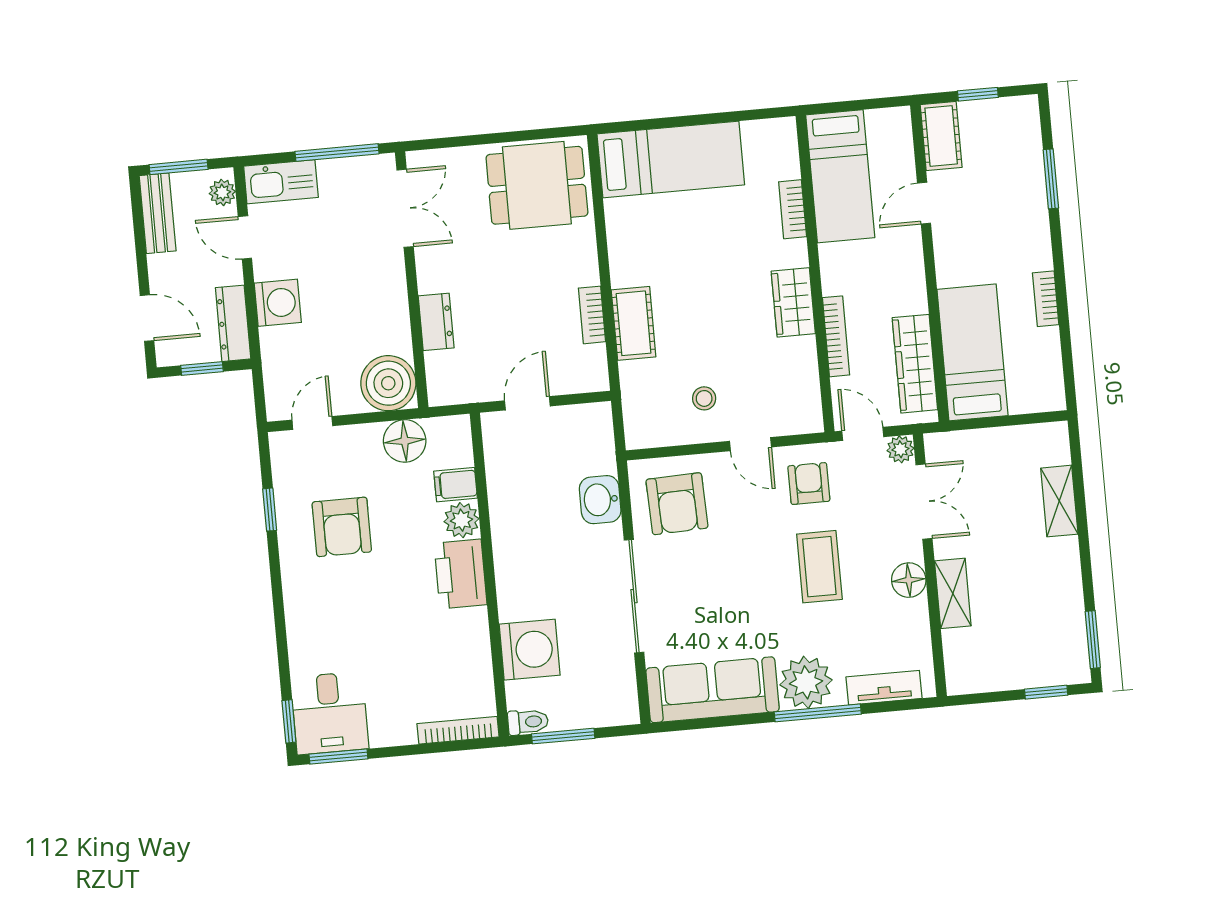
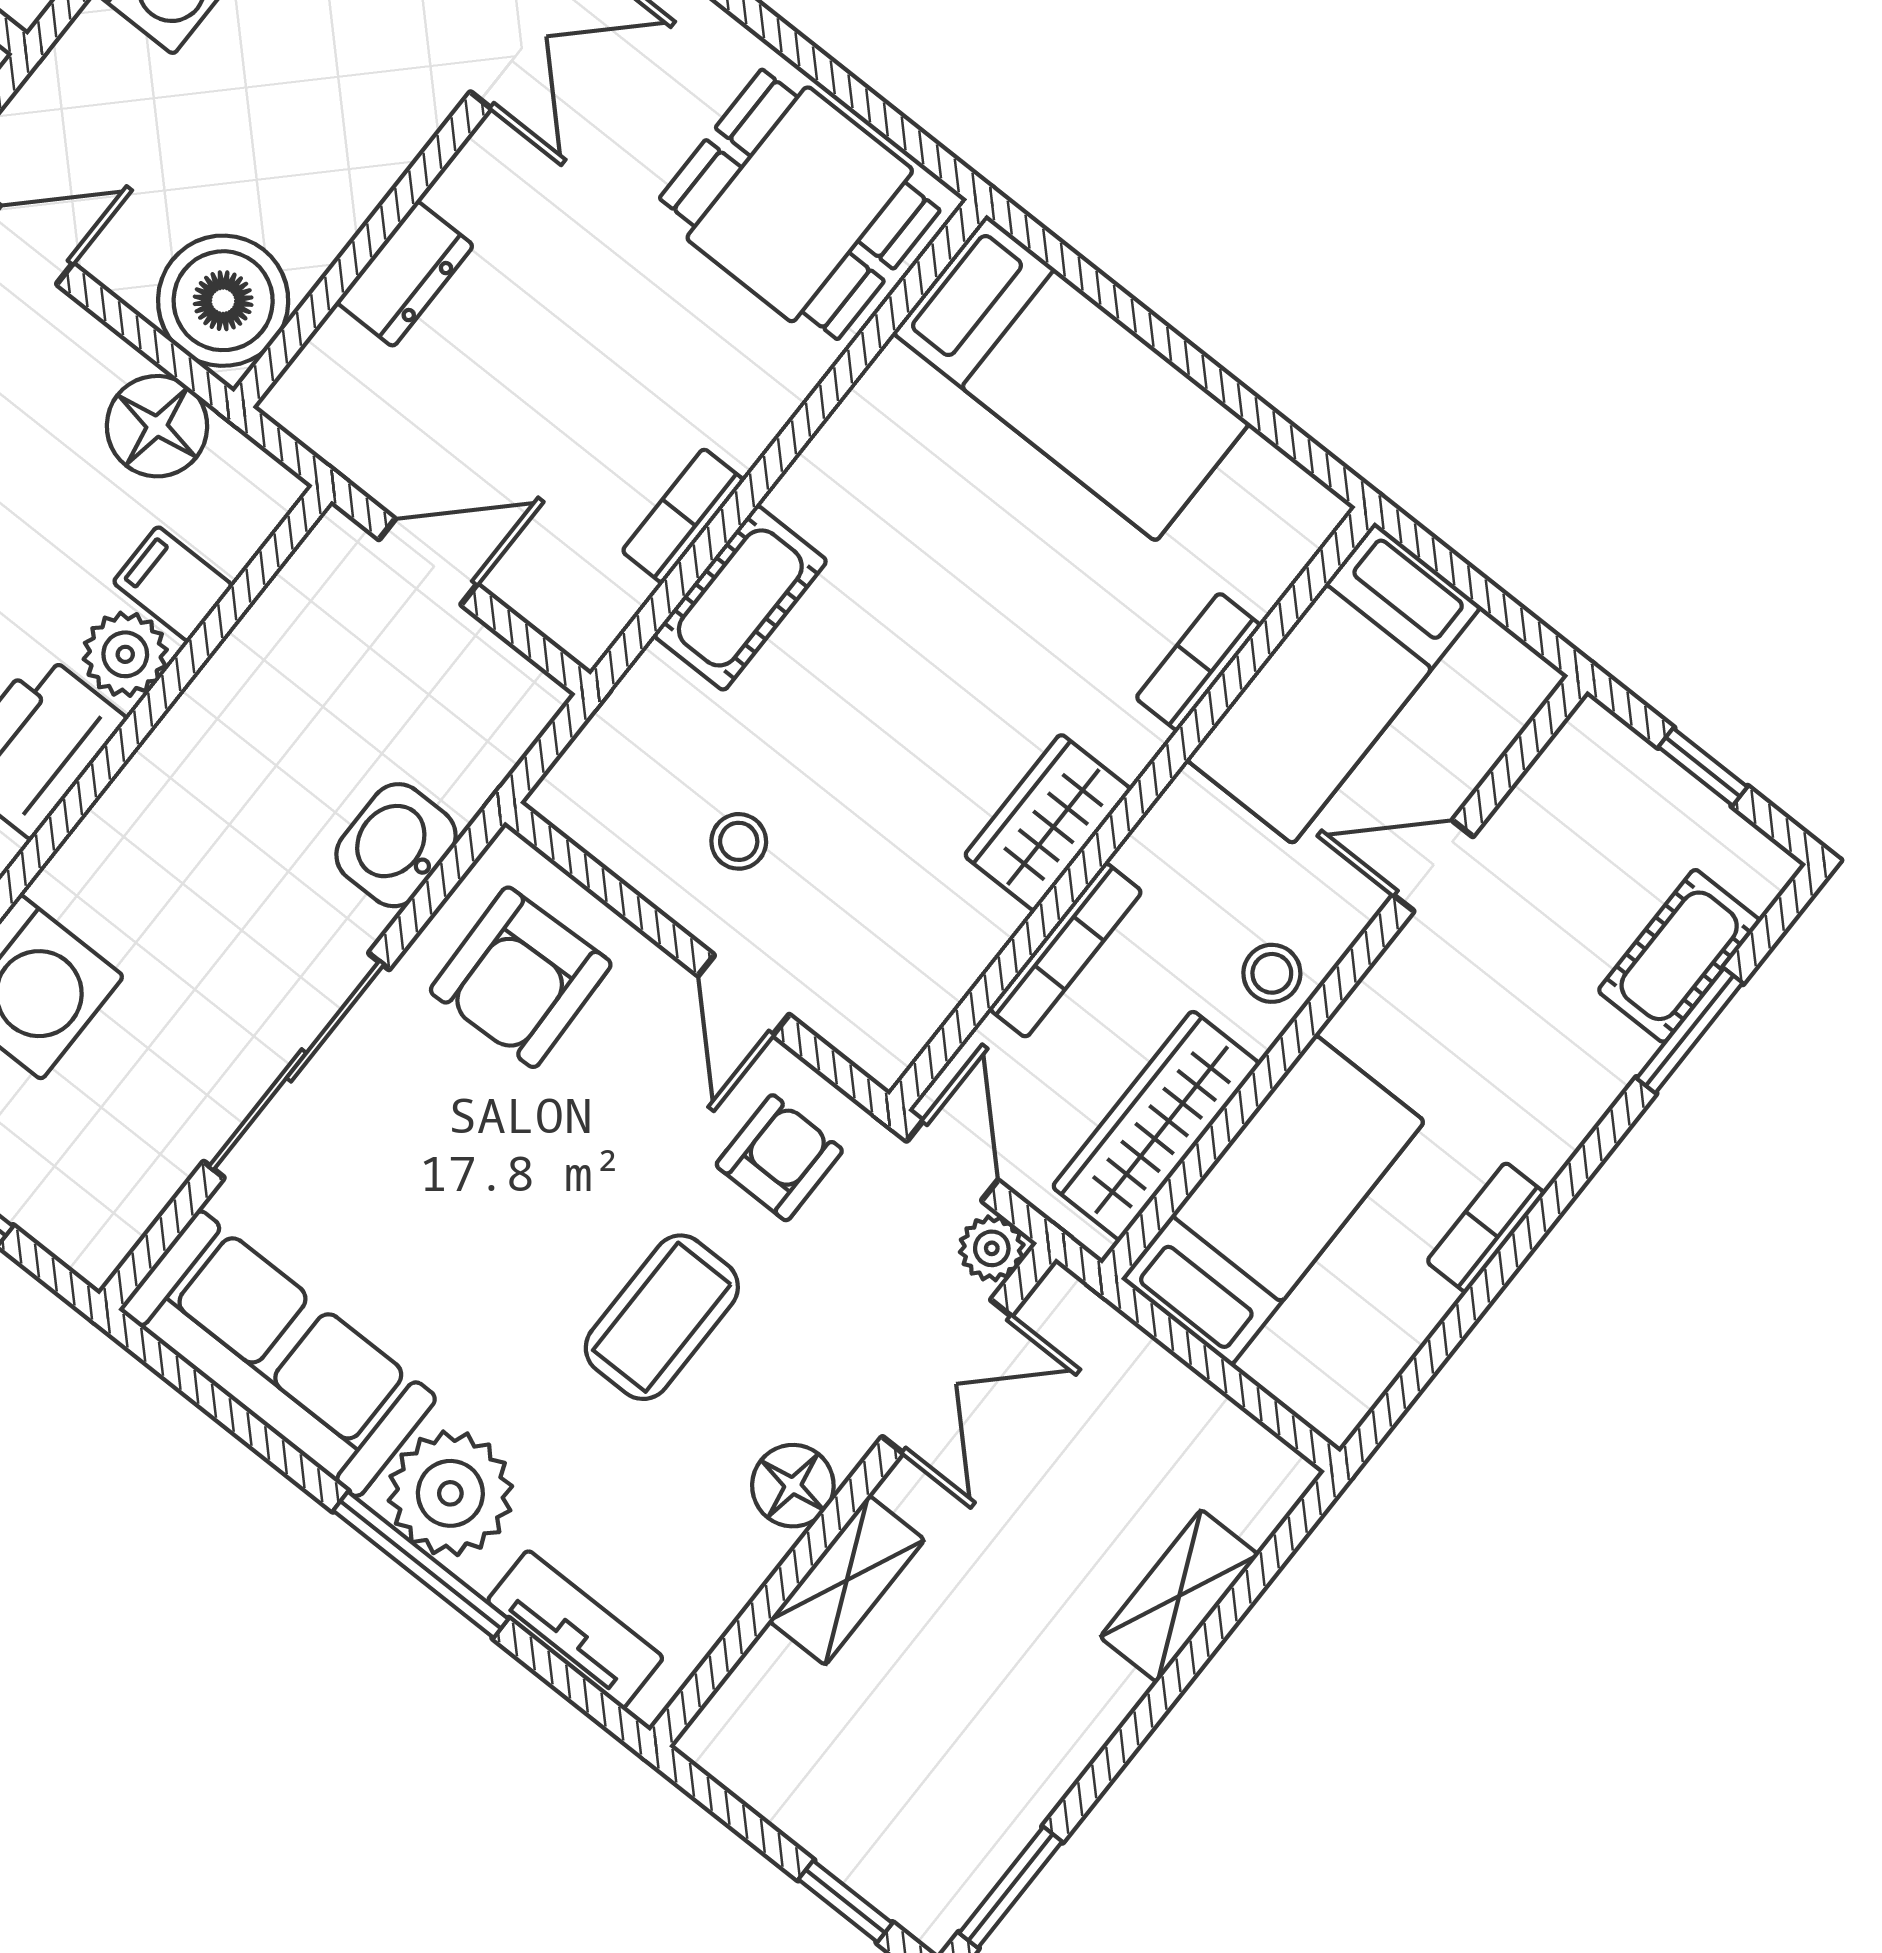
cot: (941, 136) -> (1679, 956), moved
stool: (906, 283) -> (1272, 973), added

